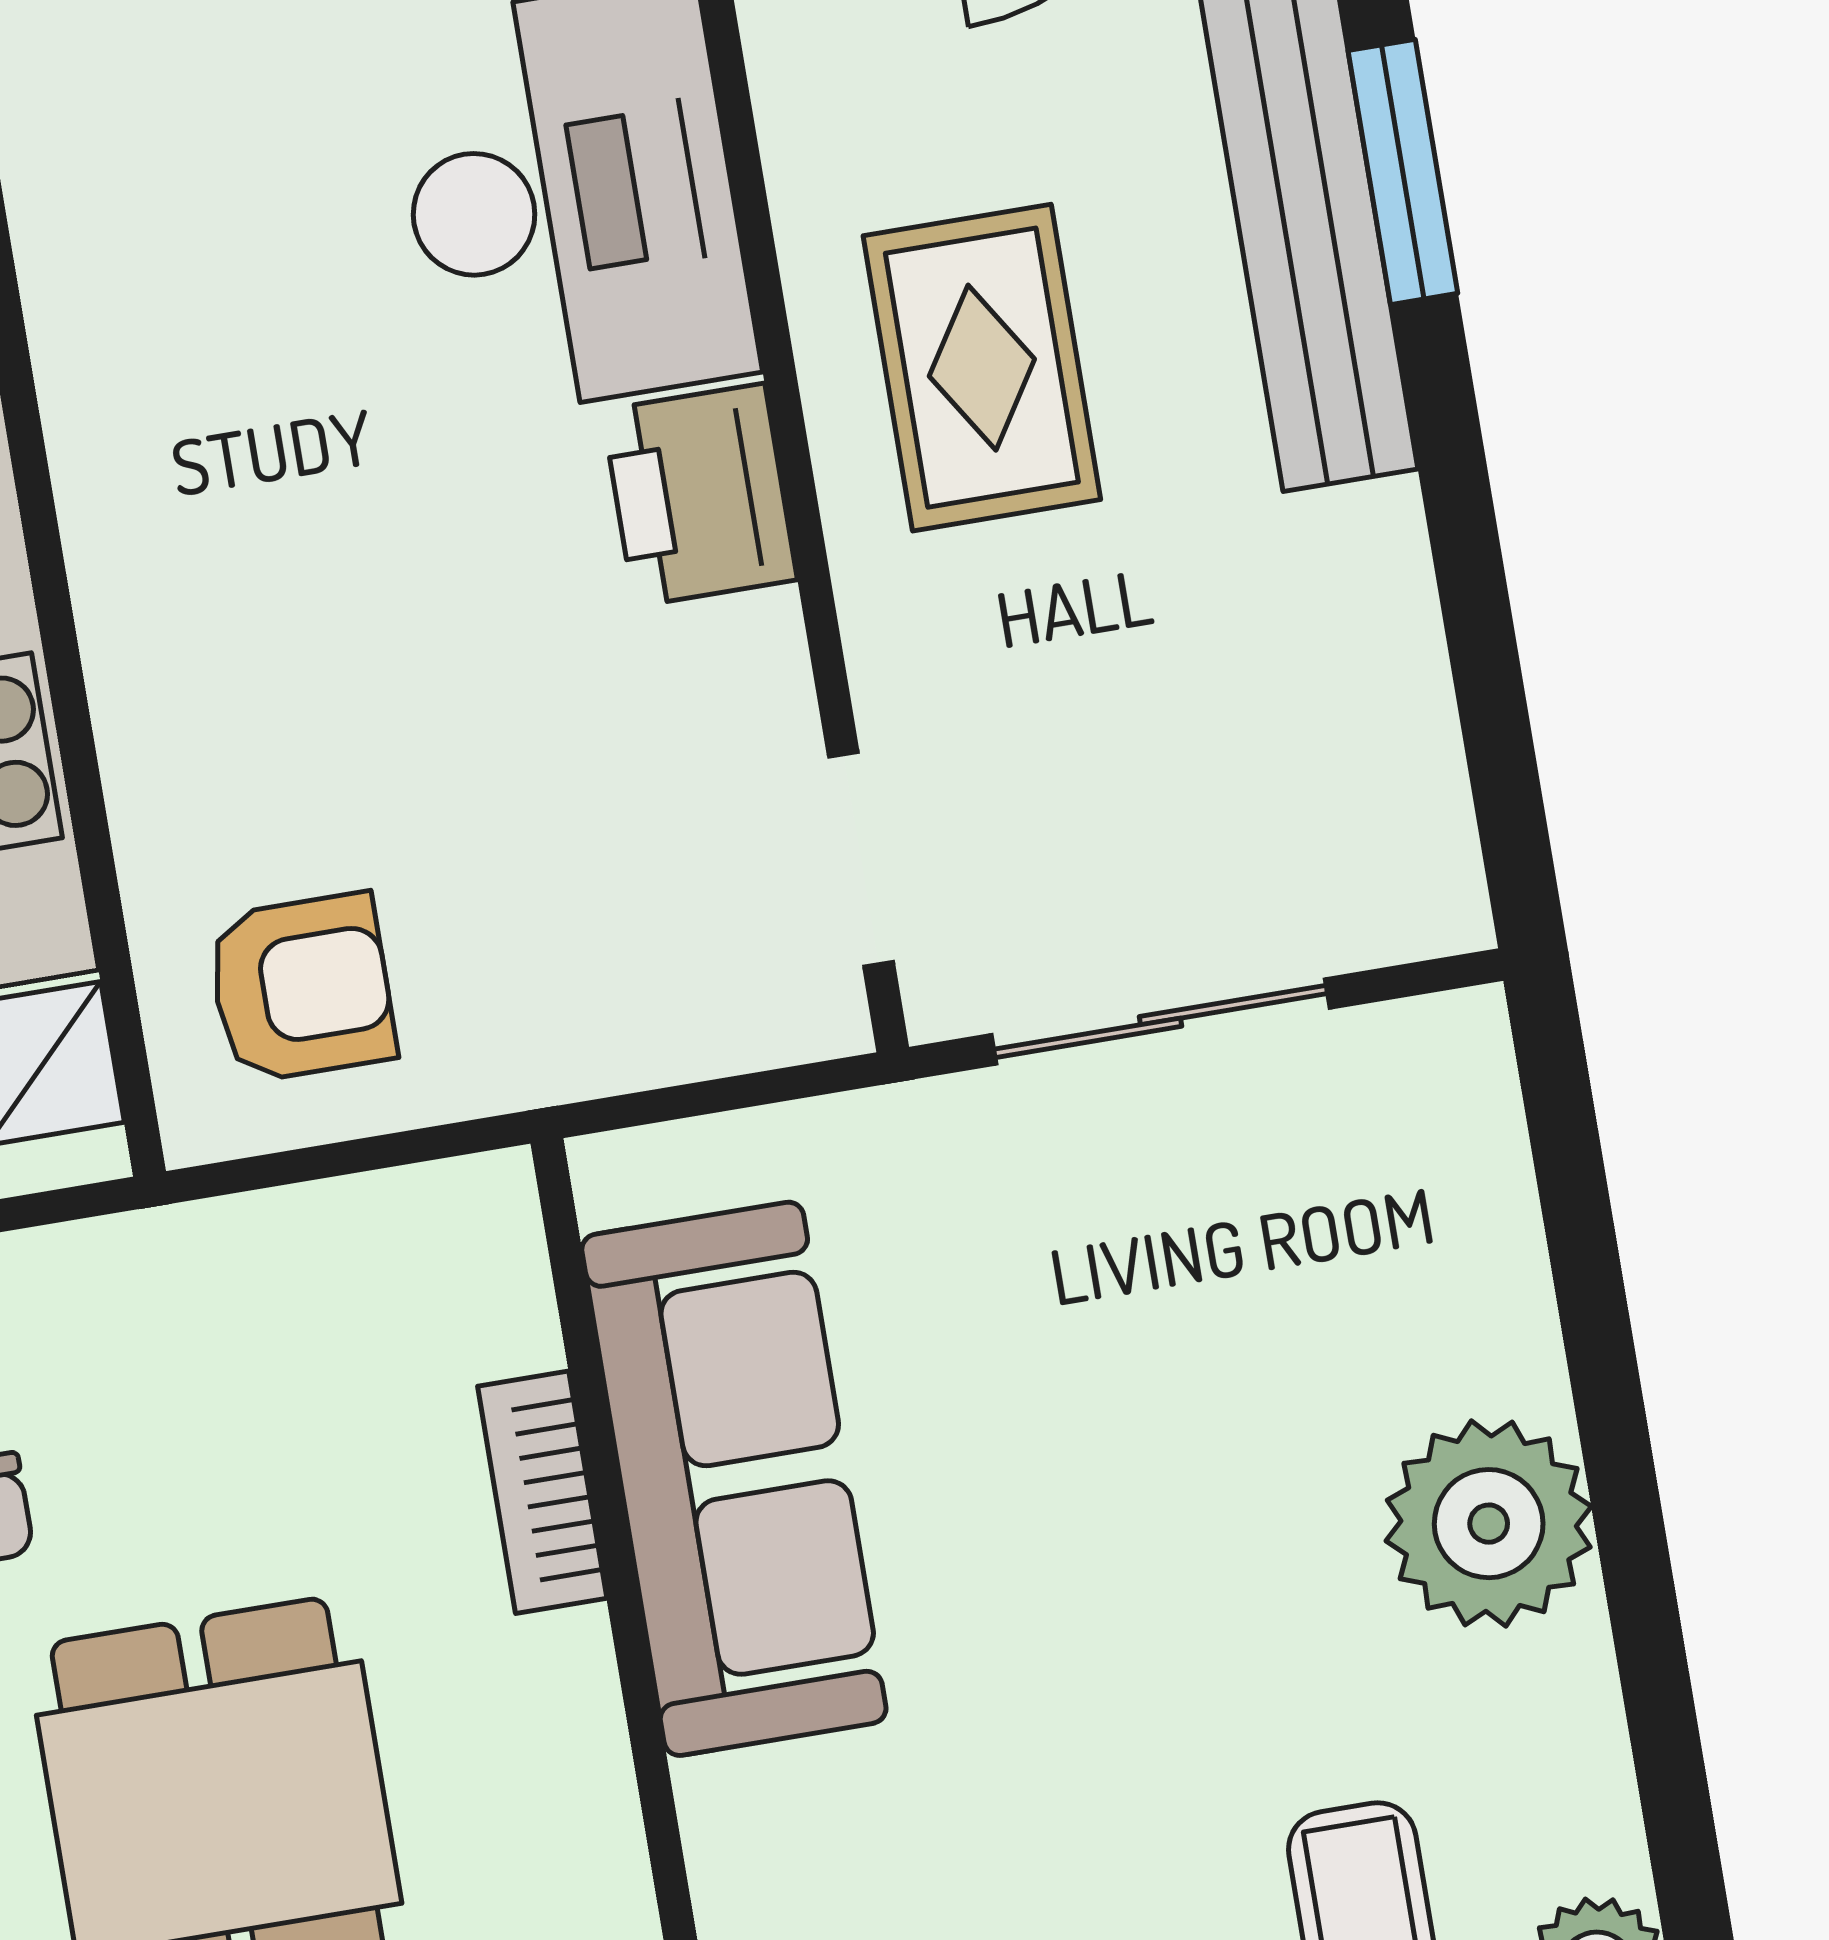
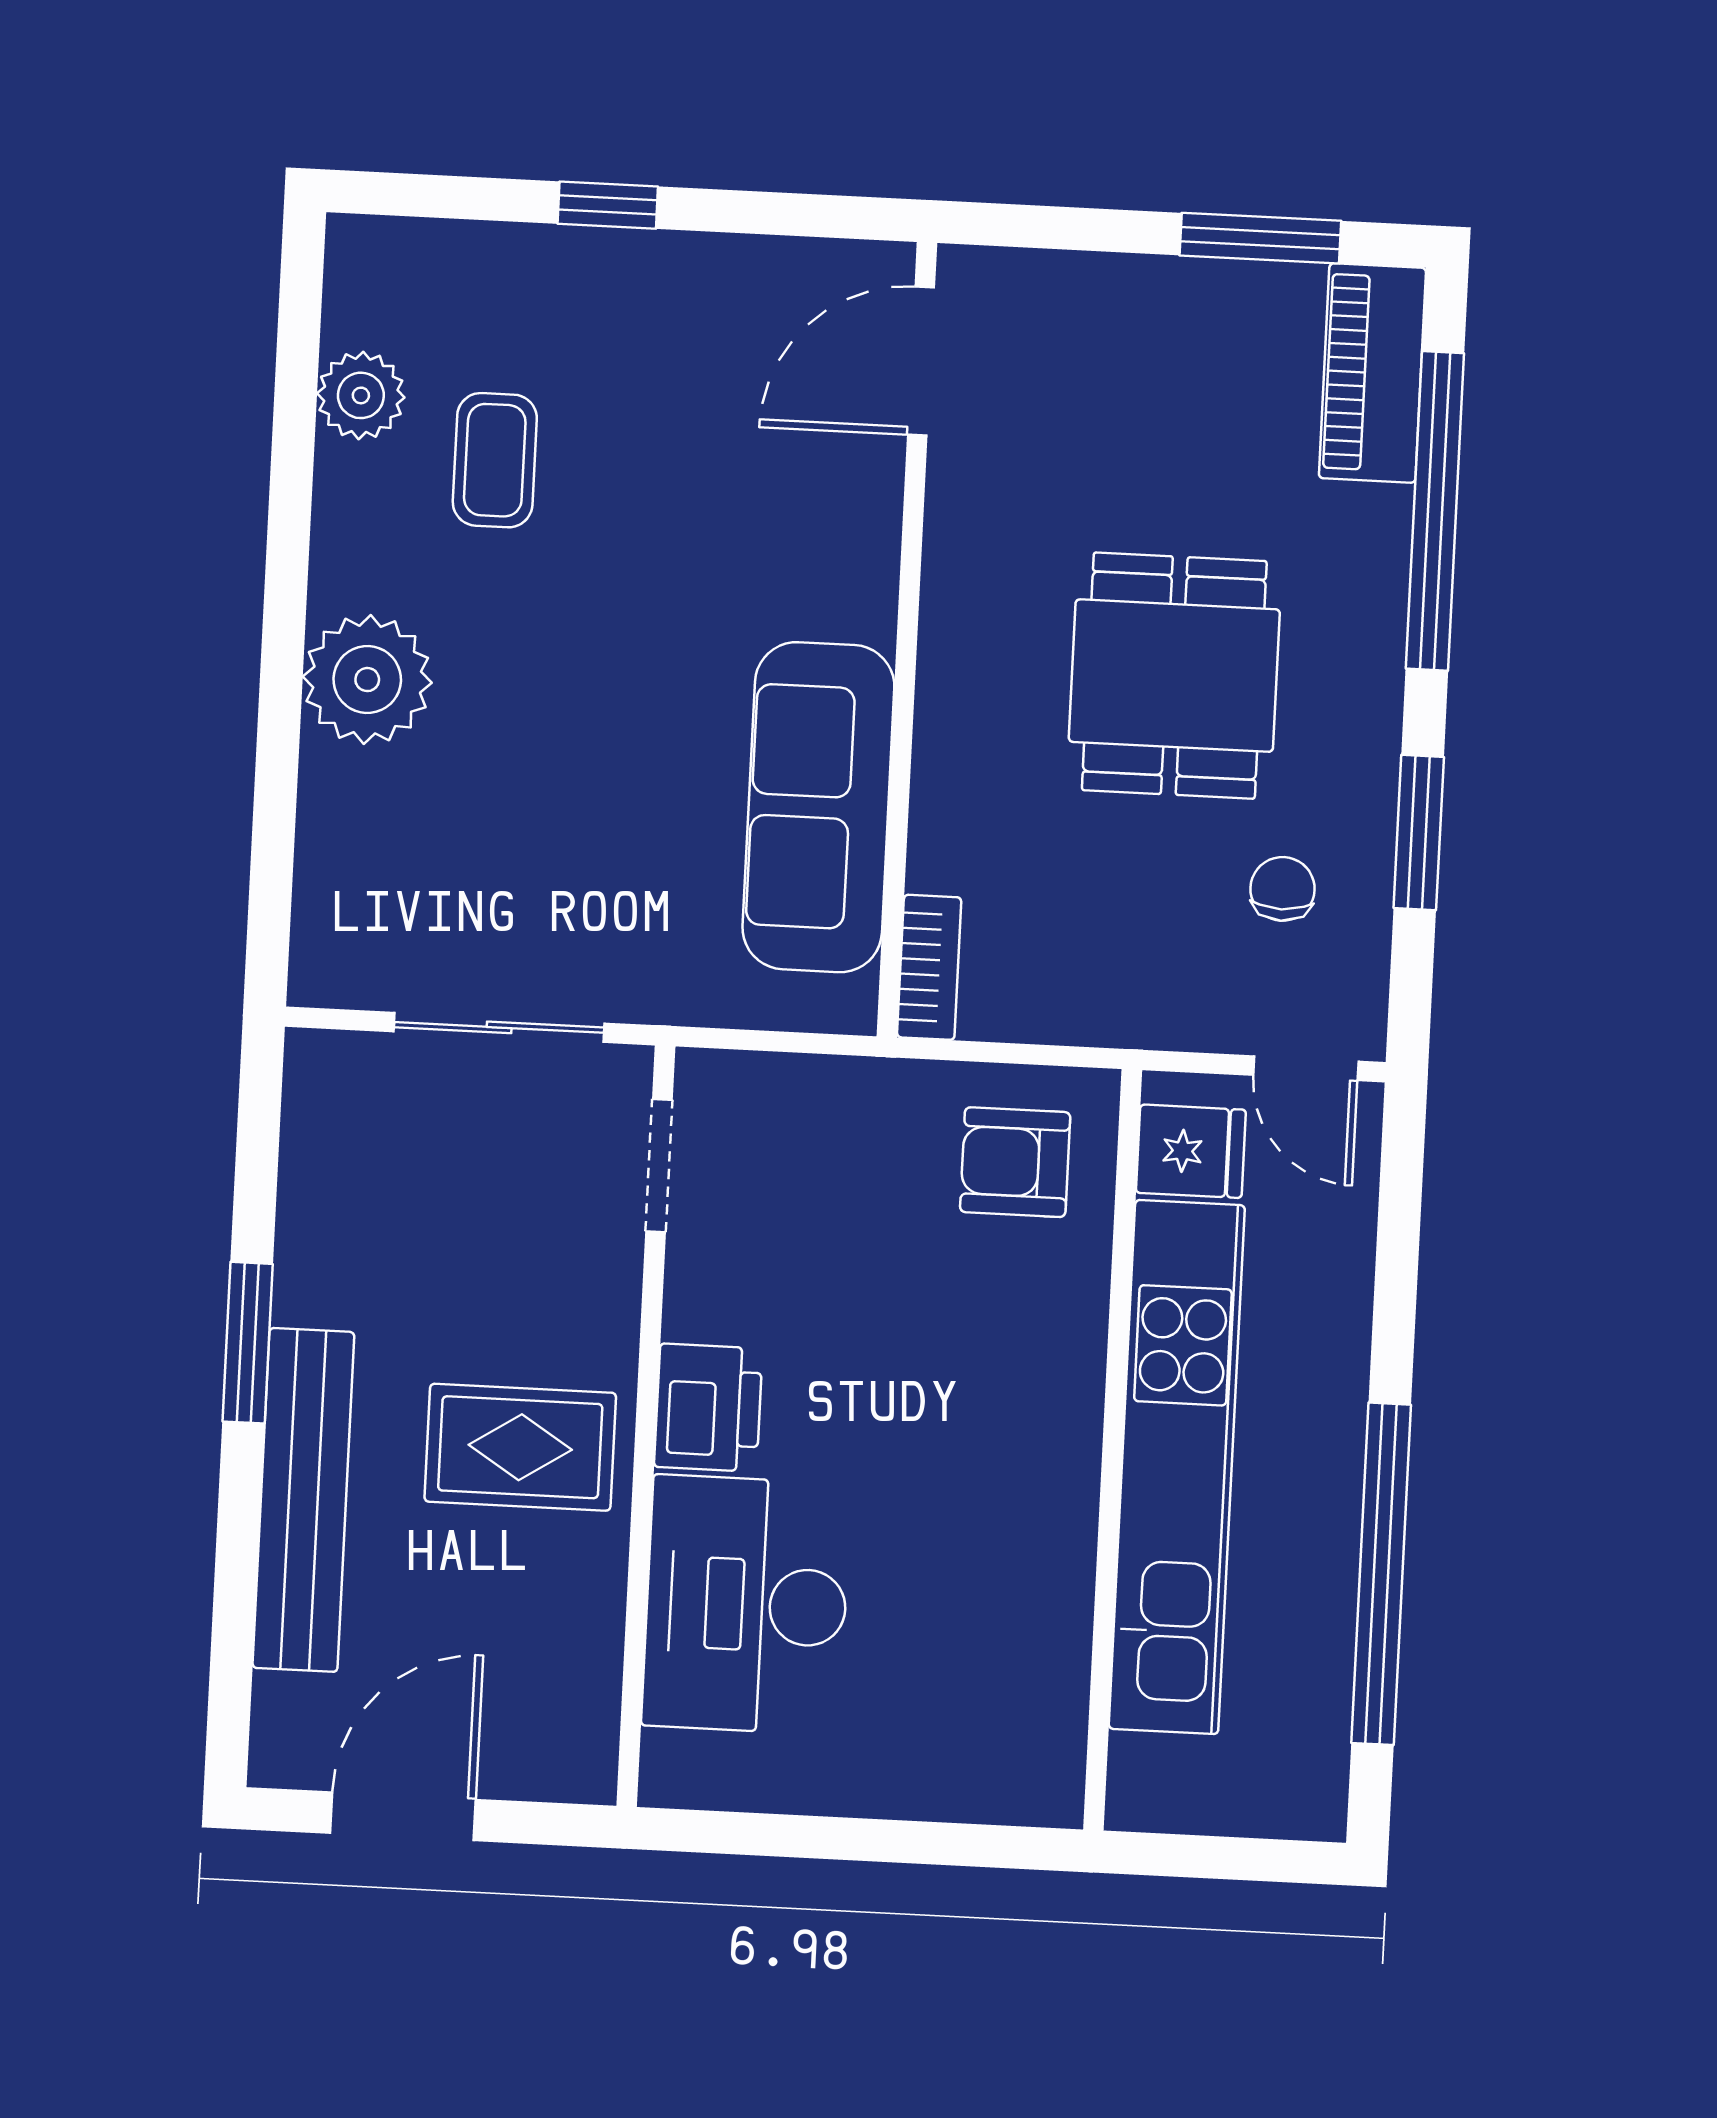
window: (1403, 172) -> (248, 1343), moved
rug: (982, 368) -> (520, 1447), turned 90
bookcase: (542, 1492) -> (929, 967), moved

